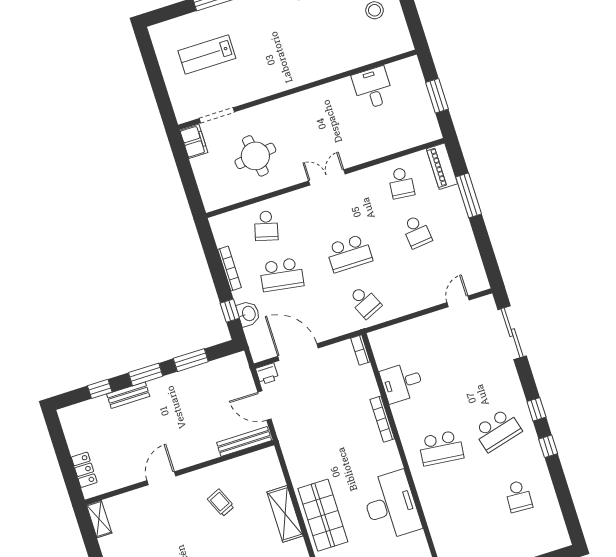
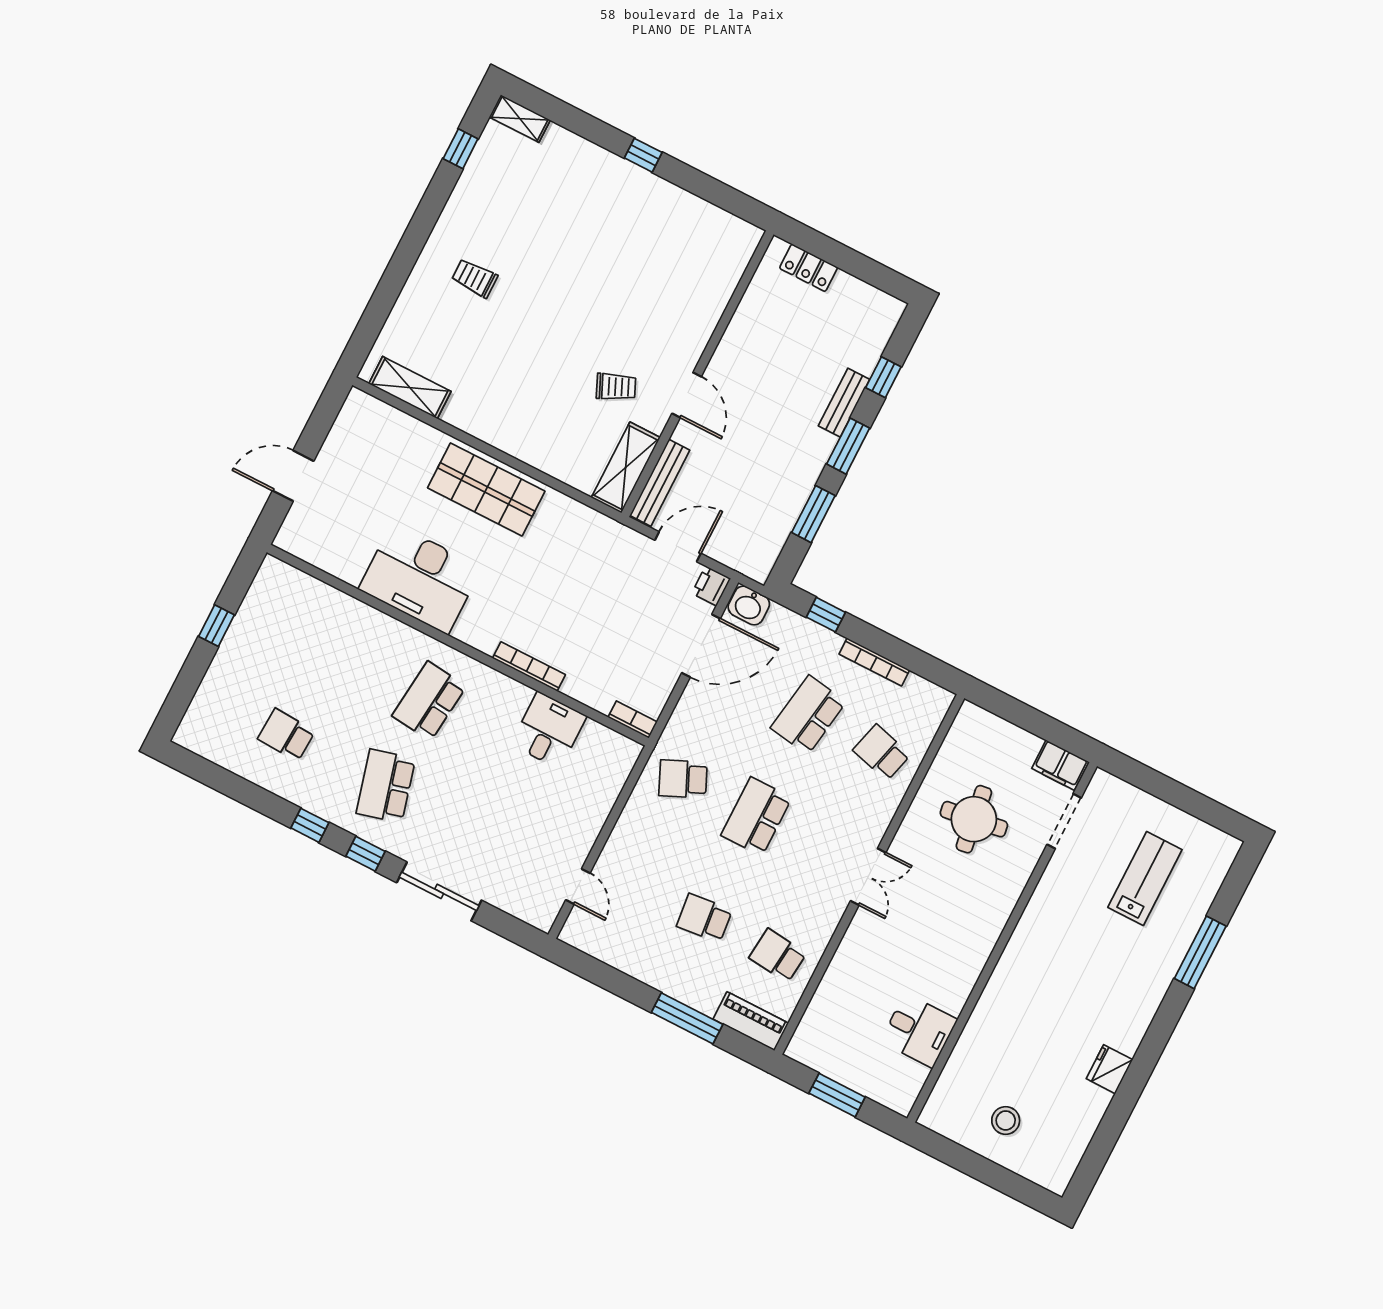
washbasin: (248, 314) -> (749, 605), moved
sliding door: (512, 333) -> (439, 891), moved
door: (161, 478) -> (687, 395), moved
shelving: (285, 514) -> (626, 468), moved, turned 90
shelving: (99, 519) -> (735, 229), removed

